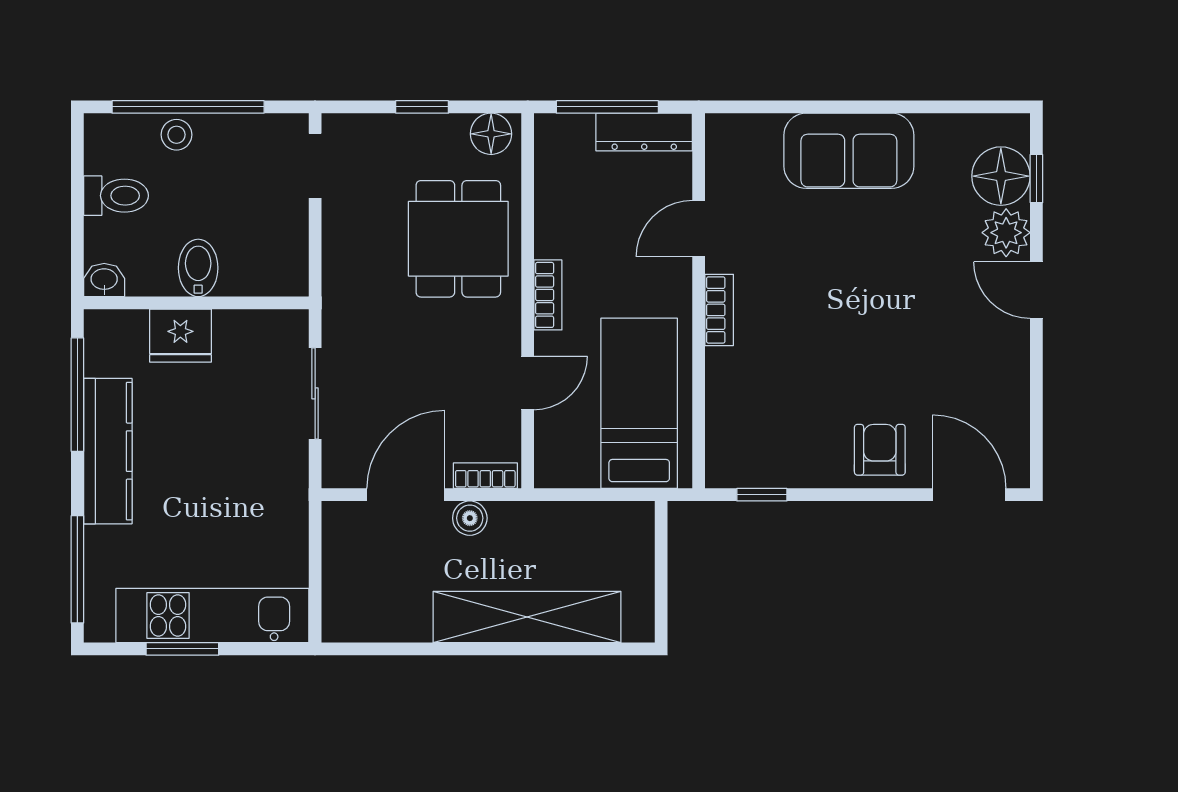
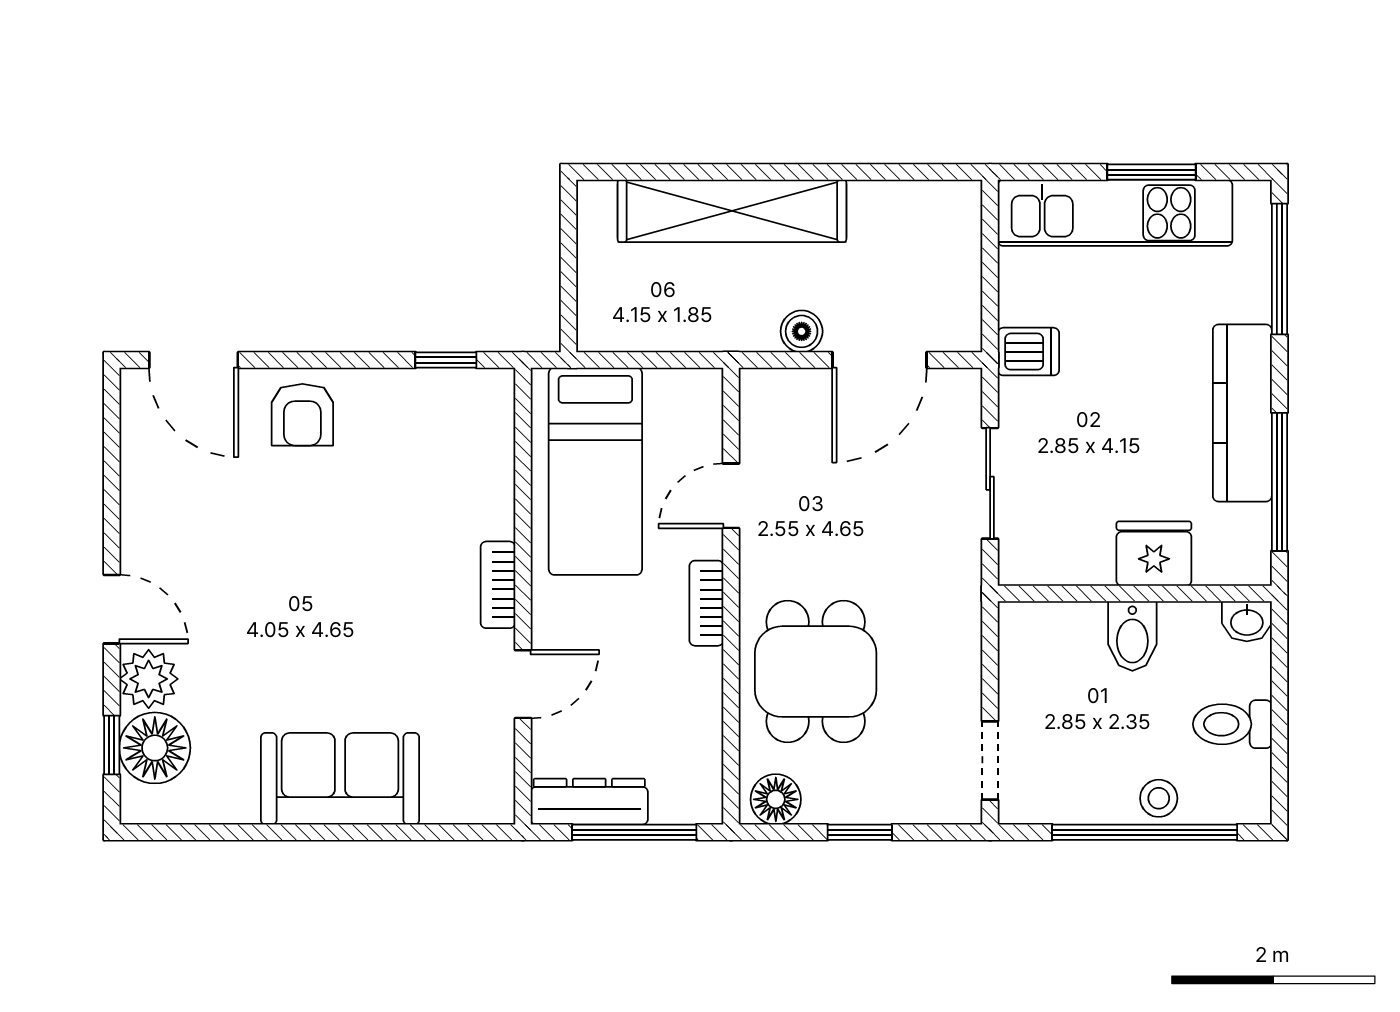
bookcase: (485, 476) -> (783, 383), removed
dishwasher: (284, 502) -> (1028, 352), added

